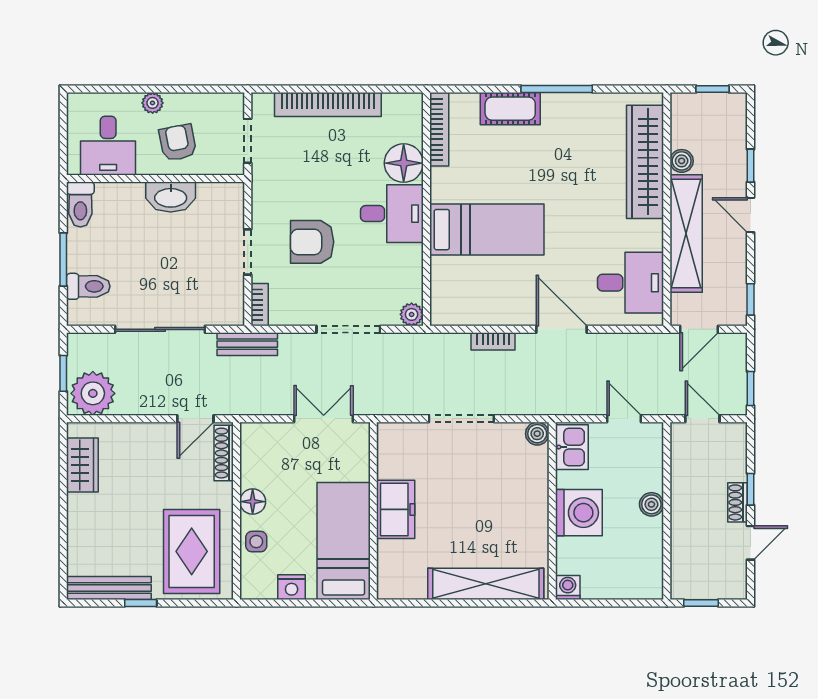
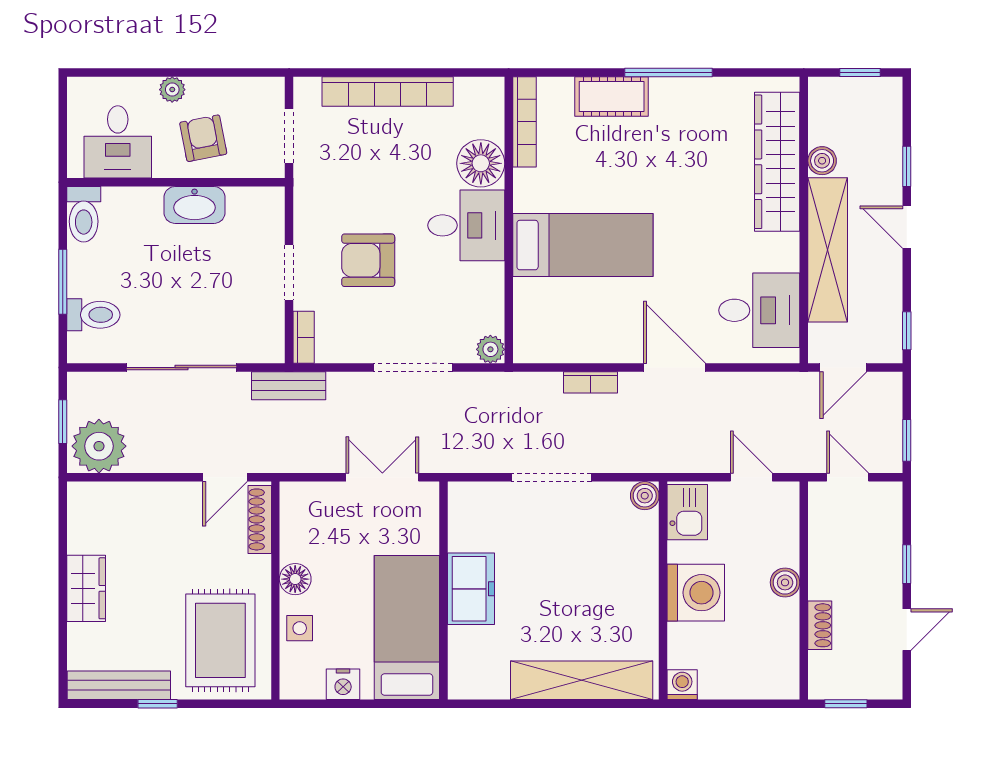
wardrobe: (82, 465) -> (86, 588), moved
shoe rack: (738, 502) -> (820, 625), moved, turned 180

